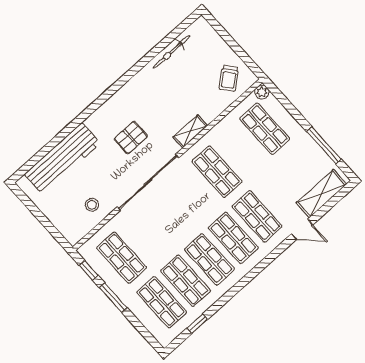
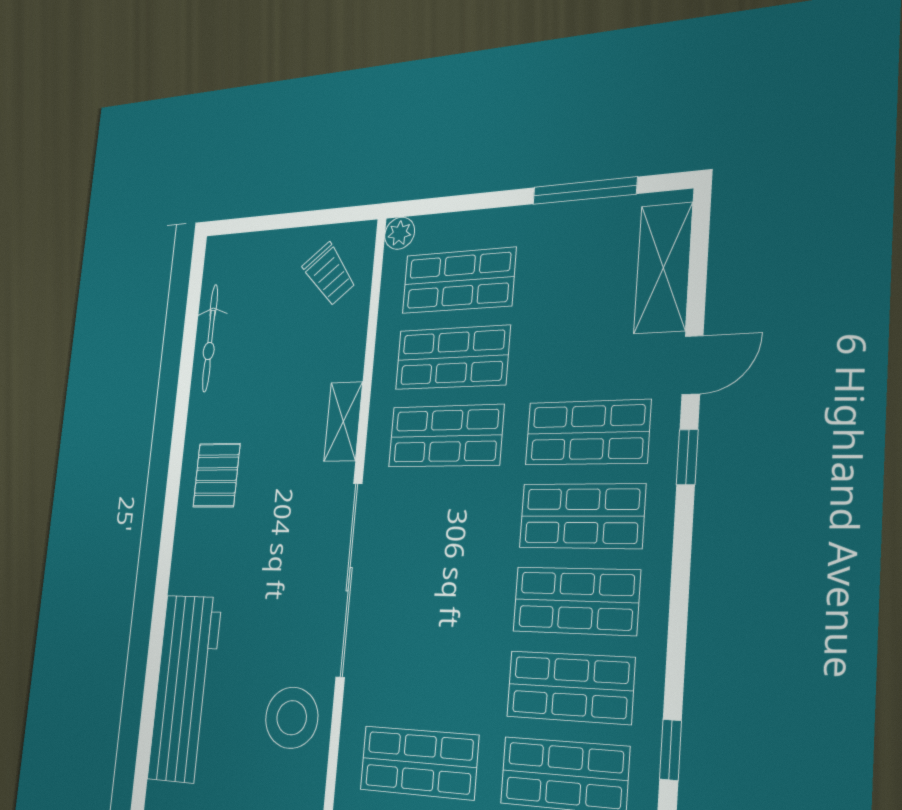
pallet: (131, 138) -> (217, 475), moved
shop shelf: (241, 150) -> (452, 358), added
stool: (92, 205) -> (292, 718), width x1.89, depth x1.89
window: (276, 253) -> (687, 457), added

